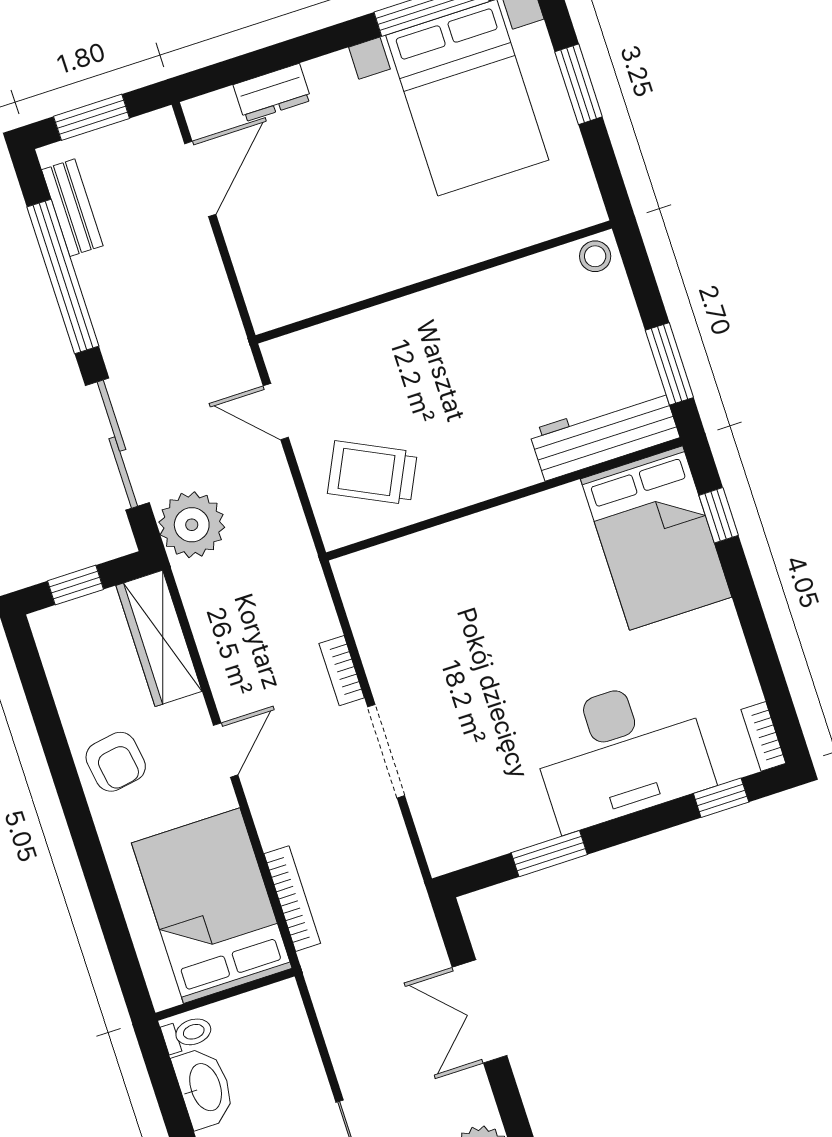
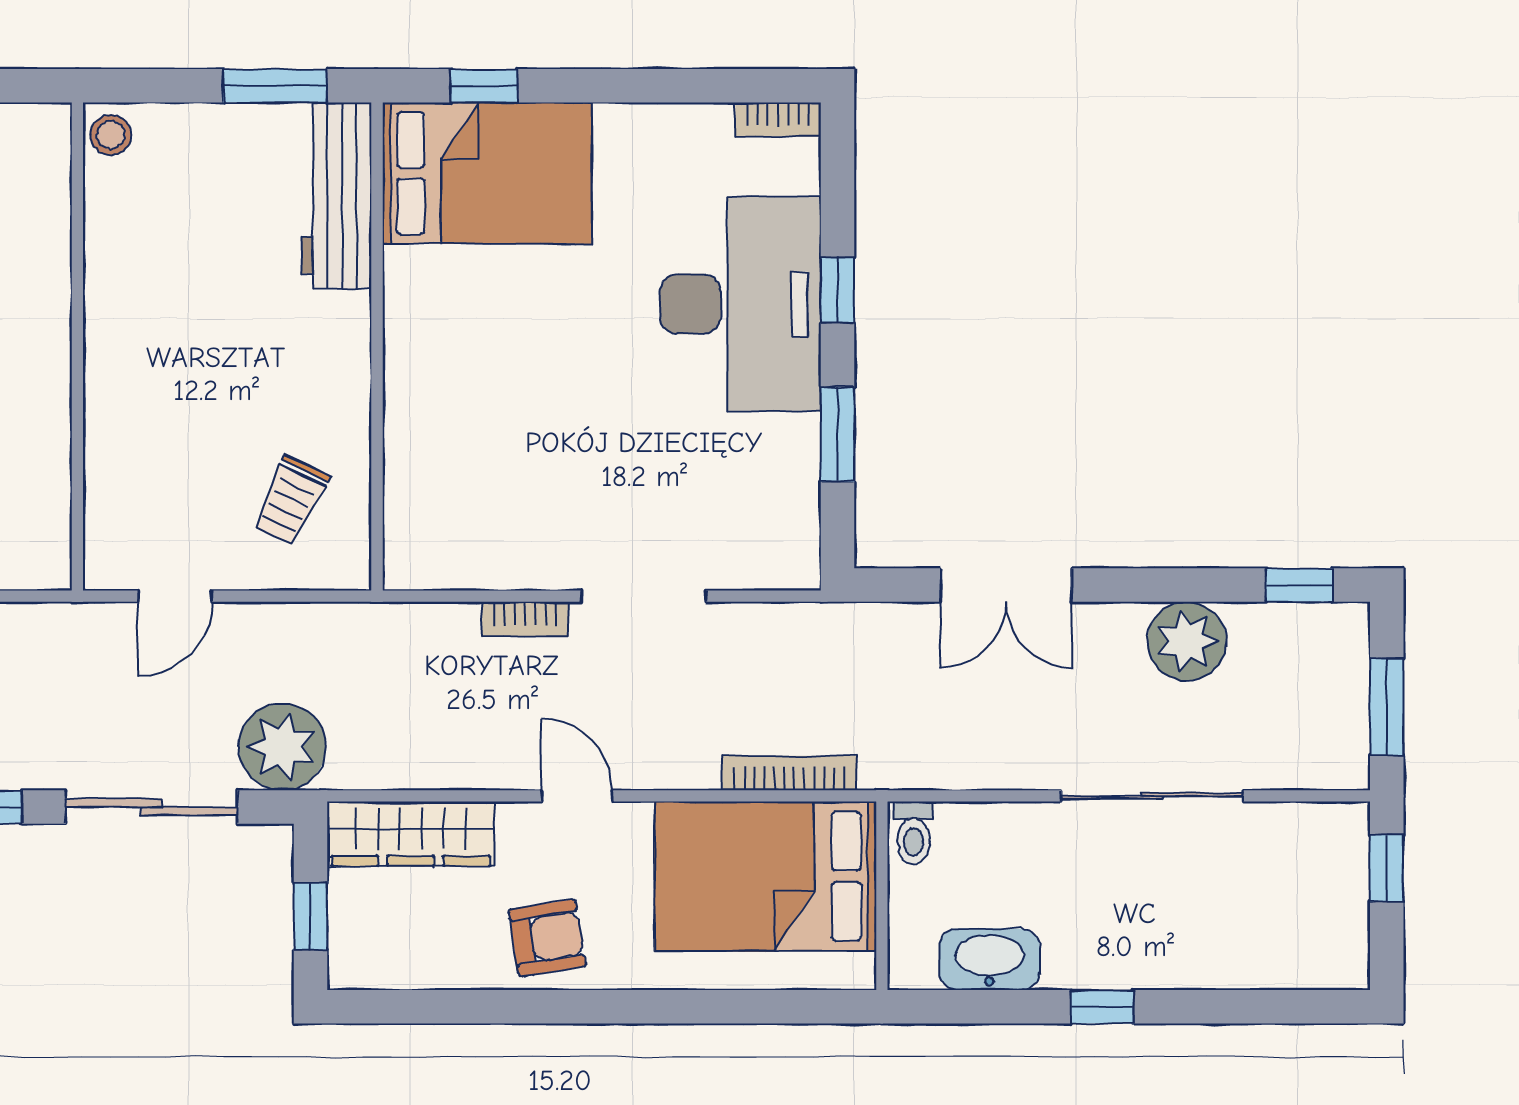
trolley: (372, 473) -> (291, 501), width x0.73, depth x0.72
window: (721, 798) -> (837, 290), moved
toilet: (187, 1034) -> (913, 833), moved, turned 180

